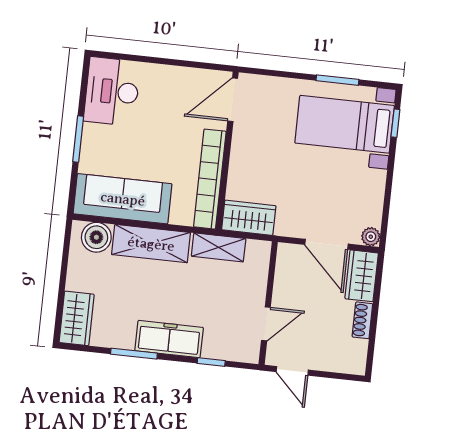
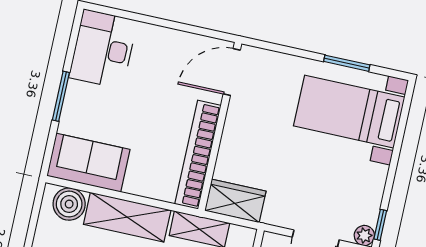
window: (395, 123) -> (380, 225), moved
sofa: (123, 199) -> (88, 163), width x0.73

